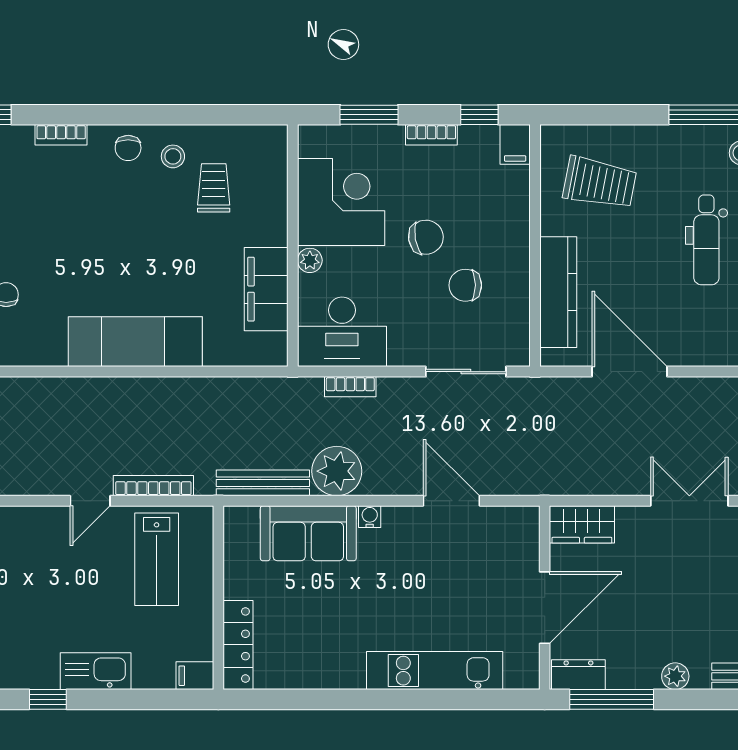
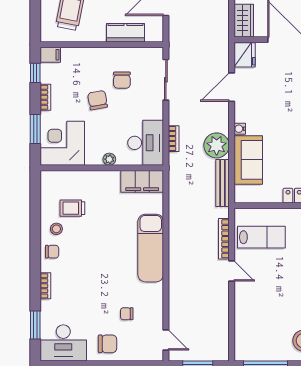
corner desk: (341, 202) -> (62, 143), moved
filing cabinet: (266, 289) -> (142, 181), moved
kitchen counter: (558, 292) -> (125, 33), width x0.67
fridge: (515, 526) -> (245, 55), added

